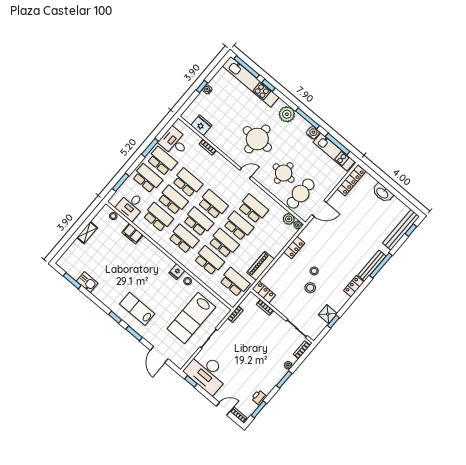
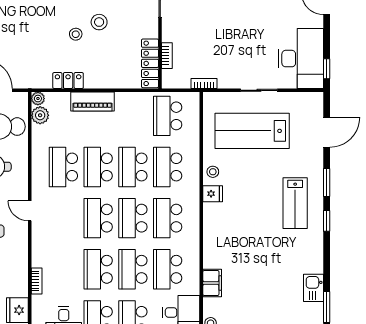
piano: (261, 266) -> (93, 102), moved
locker: (264, 292) -> (150, 63), width x1.53
lab bench: (191, 318) -> (252, 131), turned 180

